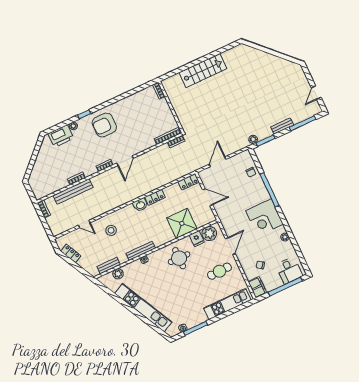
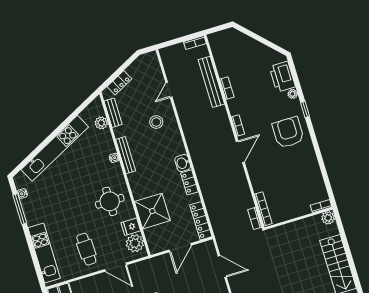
plant: (167, 84) -> (328, 218), added
door: (125, 161) -> (240, 152), swing flipped
locker: (189, 182) -> (201, 221), width x1.53
locker: (71, 253) -> (119, 83), moved

